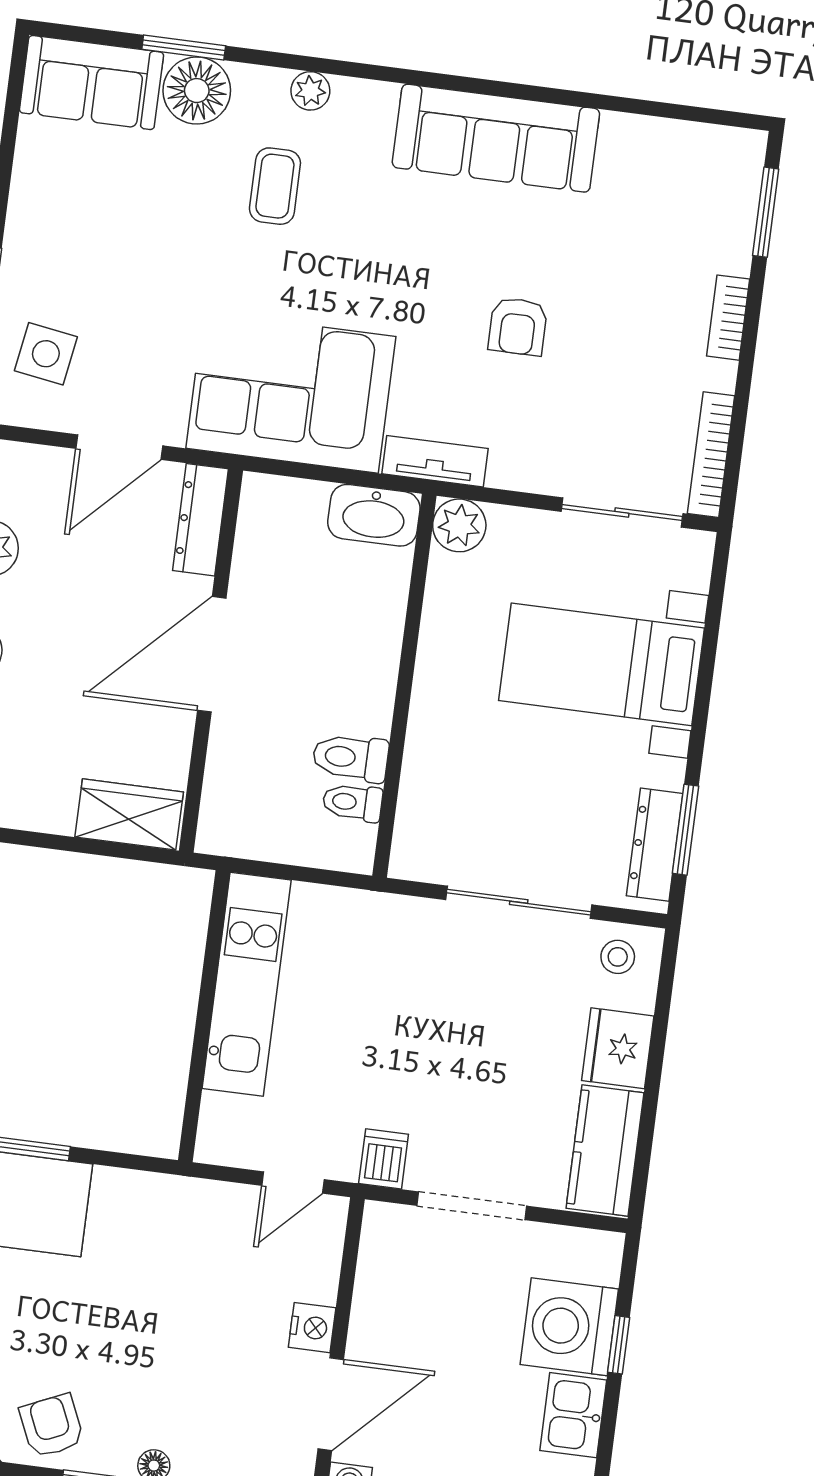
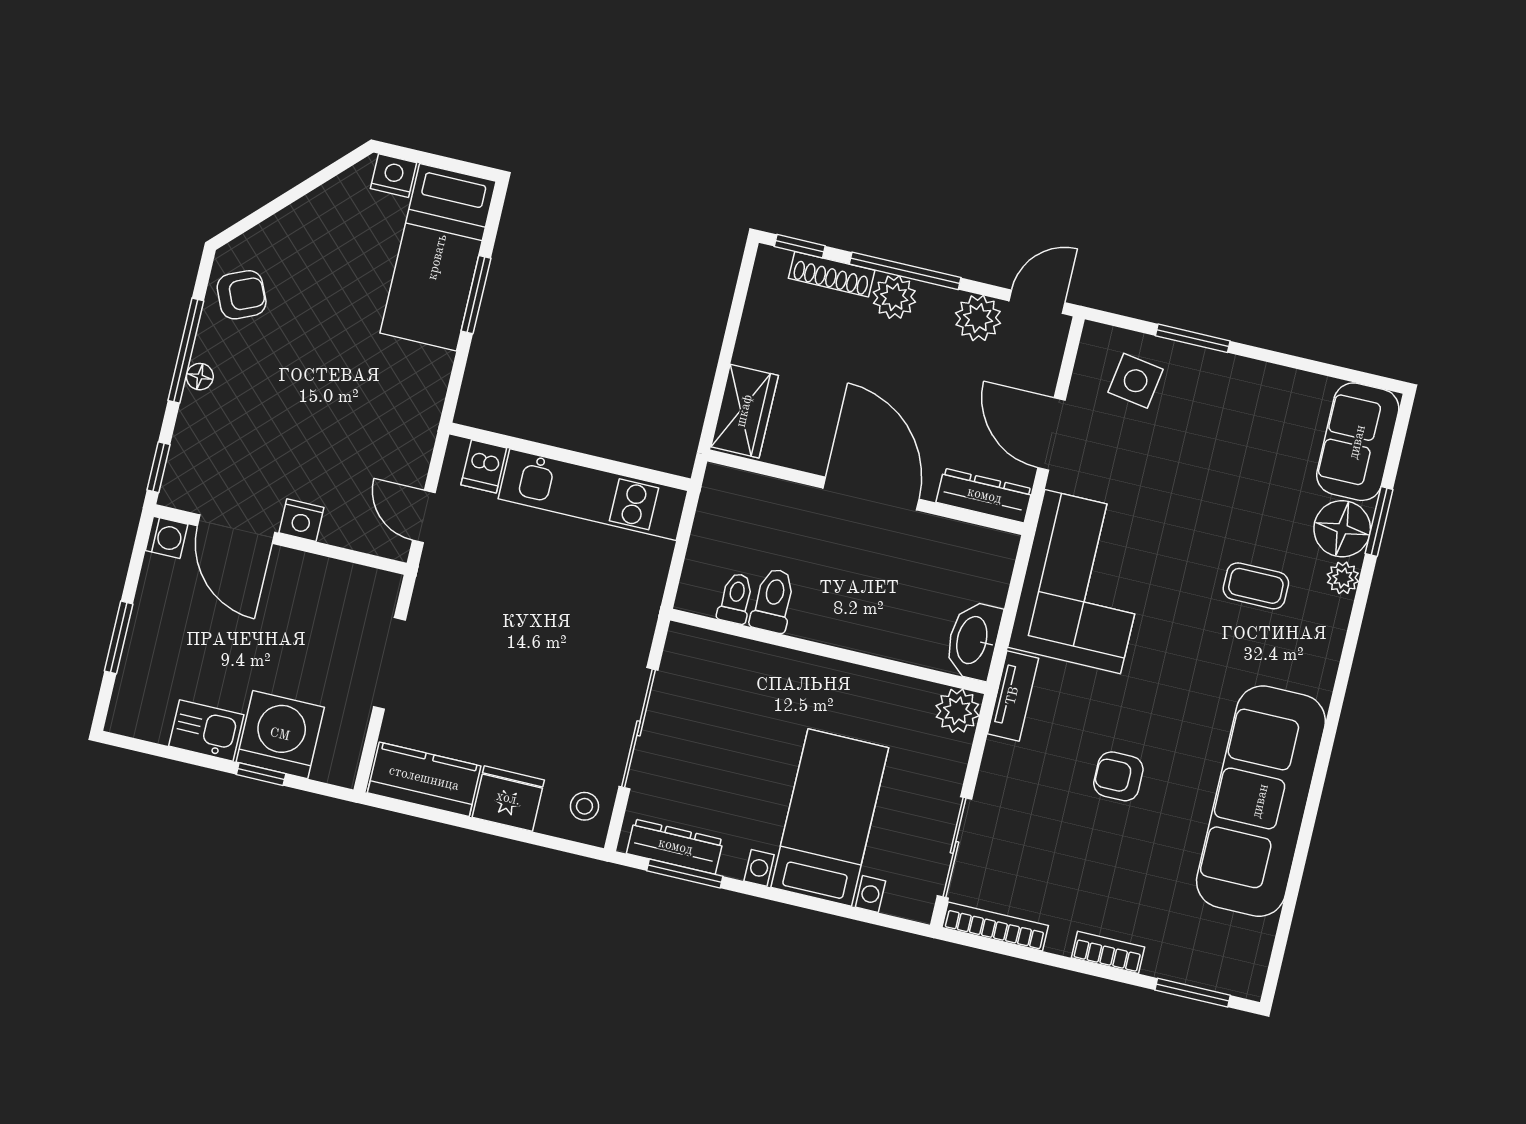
plant: (310, 91) -> (1343, 578), moved
sofa: (496, 138) -> (1261, 801), width x1.36, depth x1.27
dishwasher: (384, 1159) -> (484, 466), moved, turned 90

